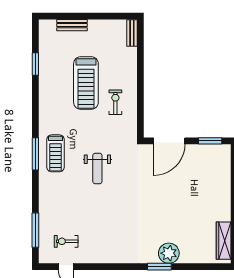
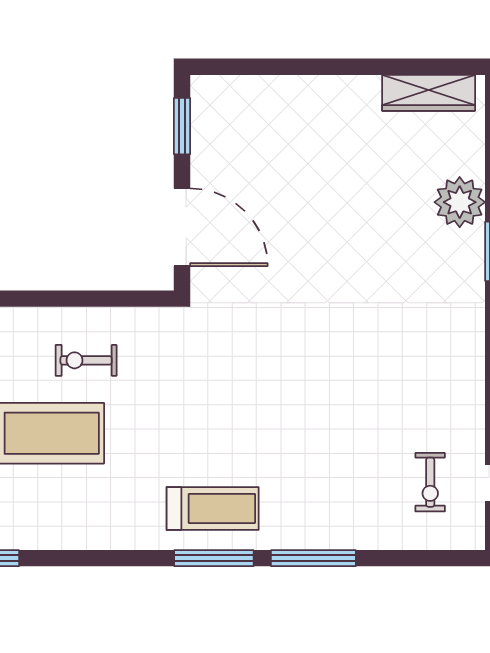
weight bench: (97, 169) -> (250, 405), removed
window: (35, 230) -> (313, 558), moved
plant: (169, 253) -> (460, 202), moved

